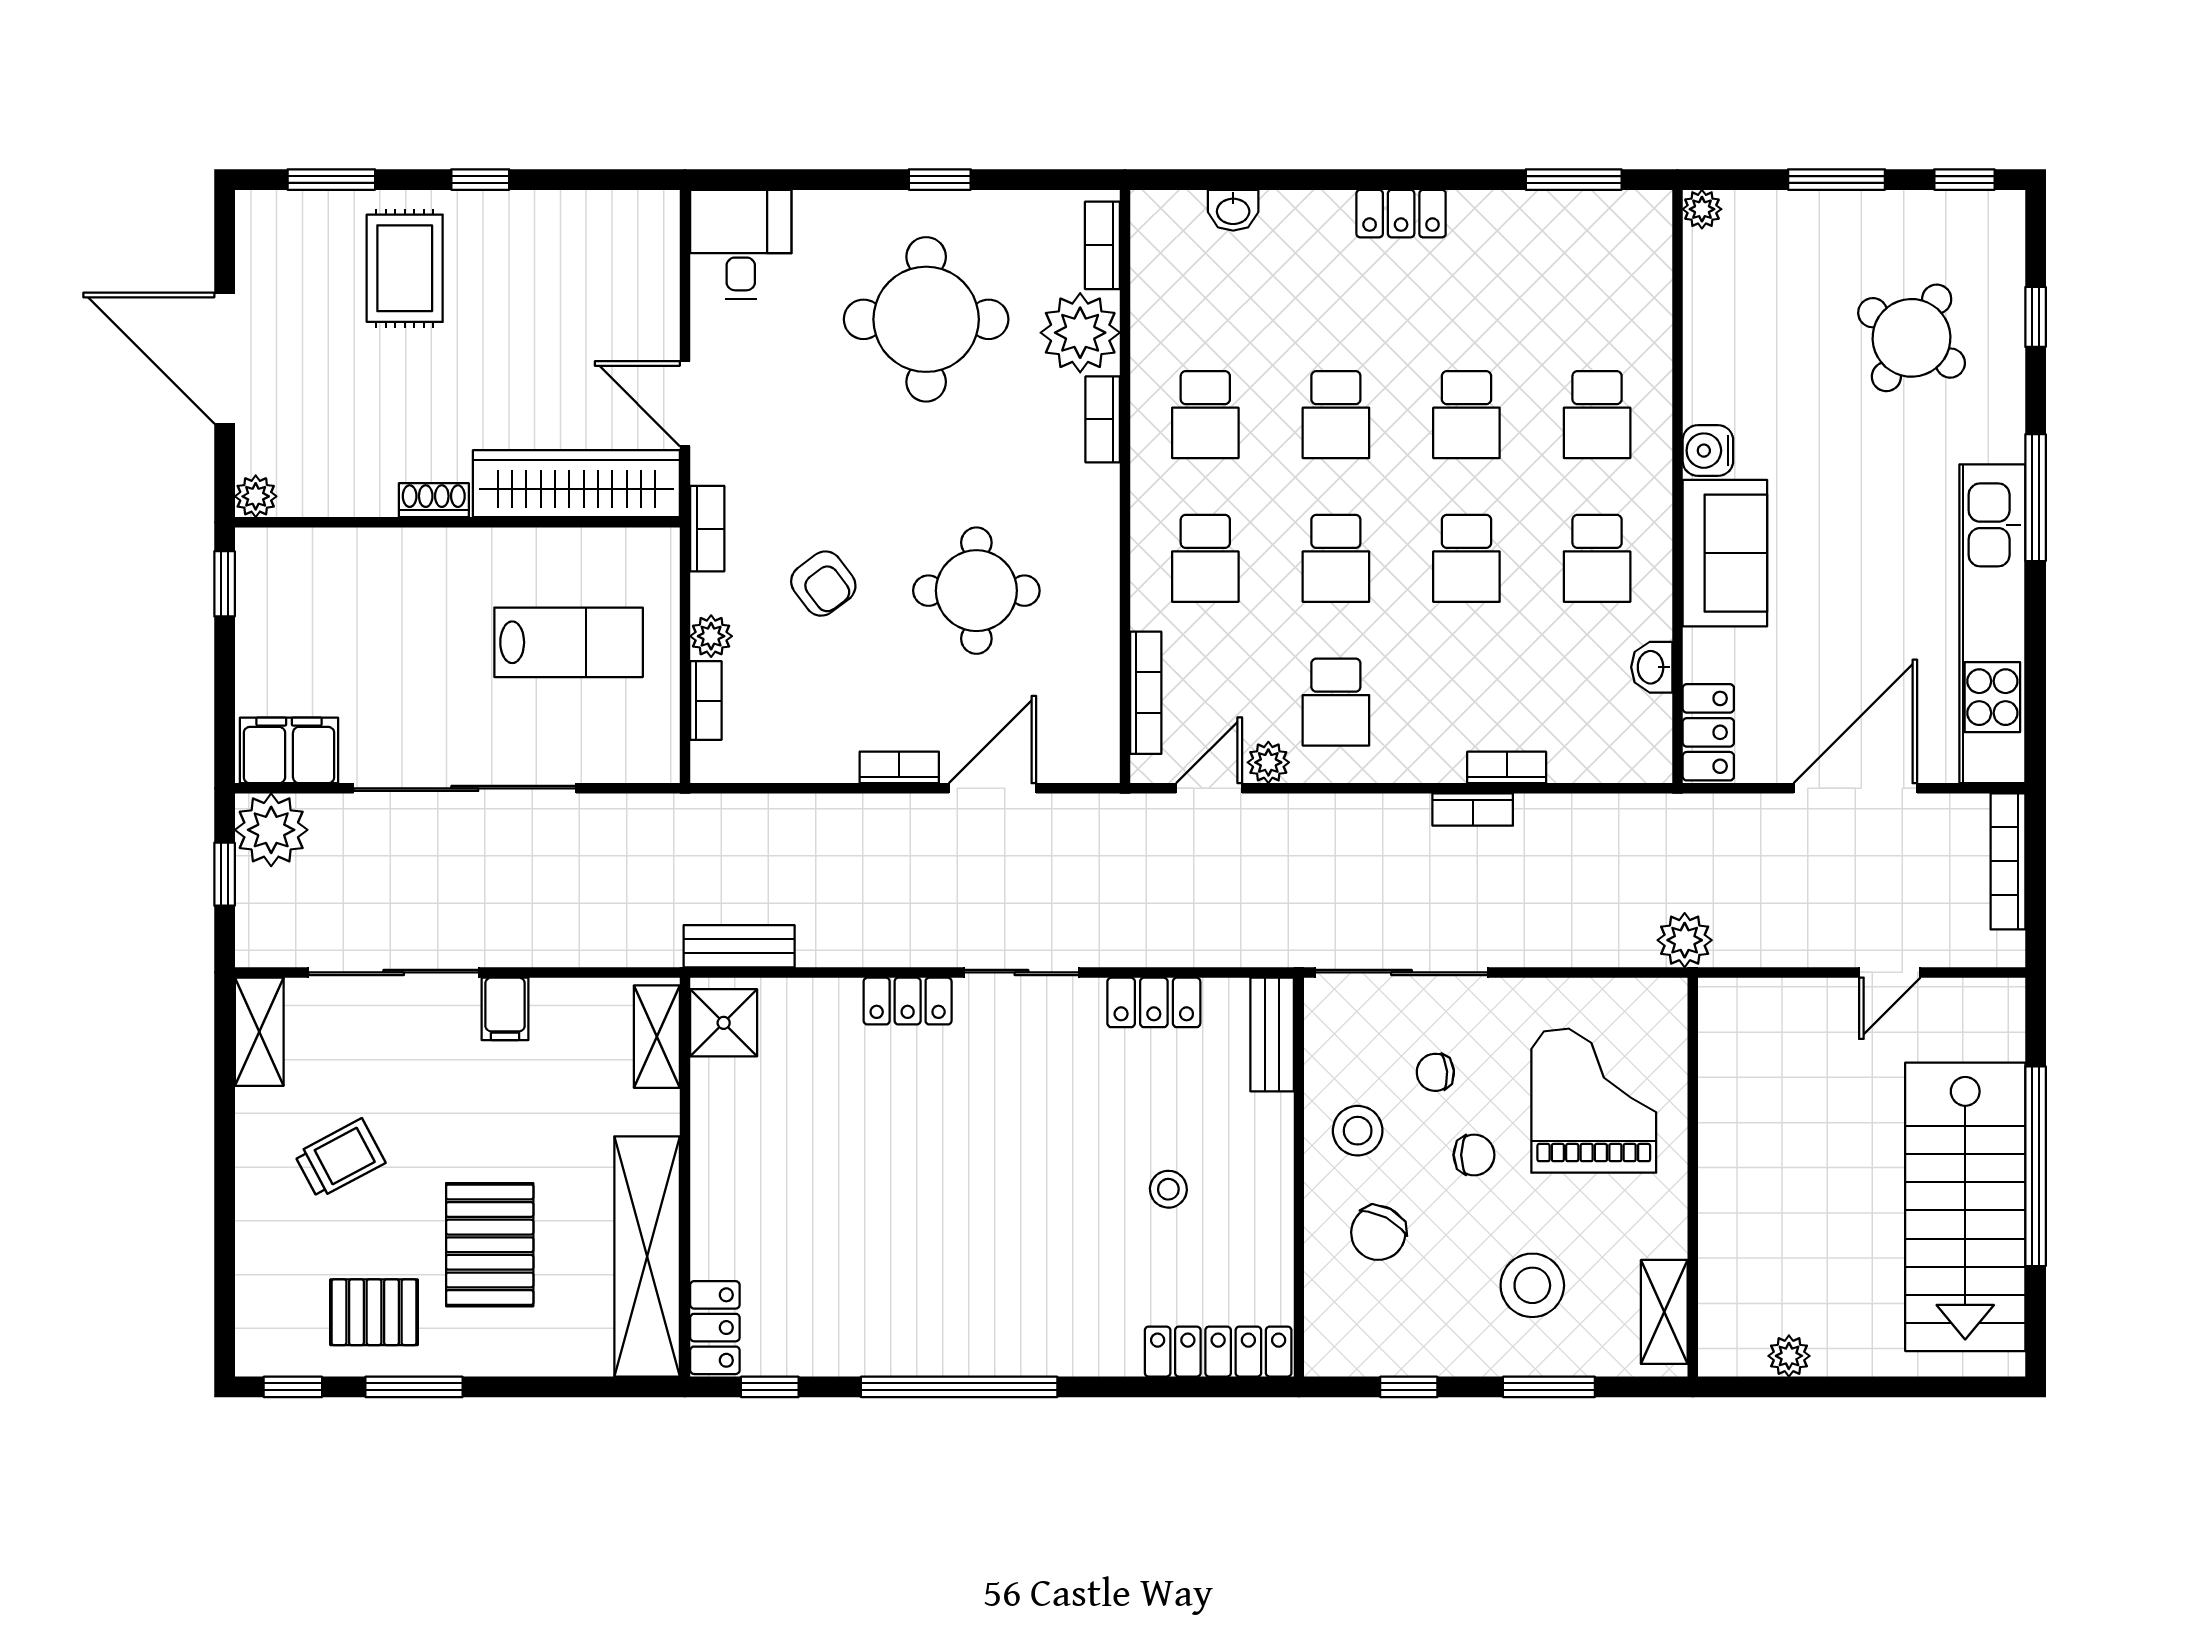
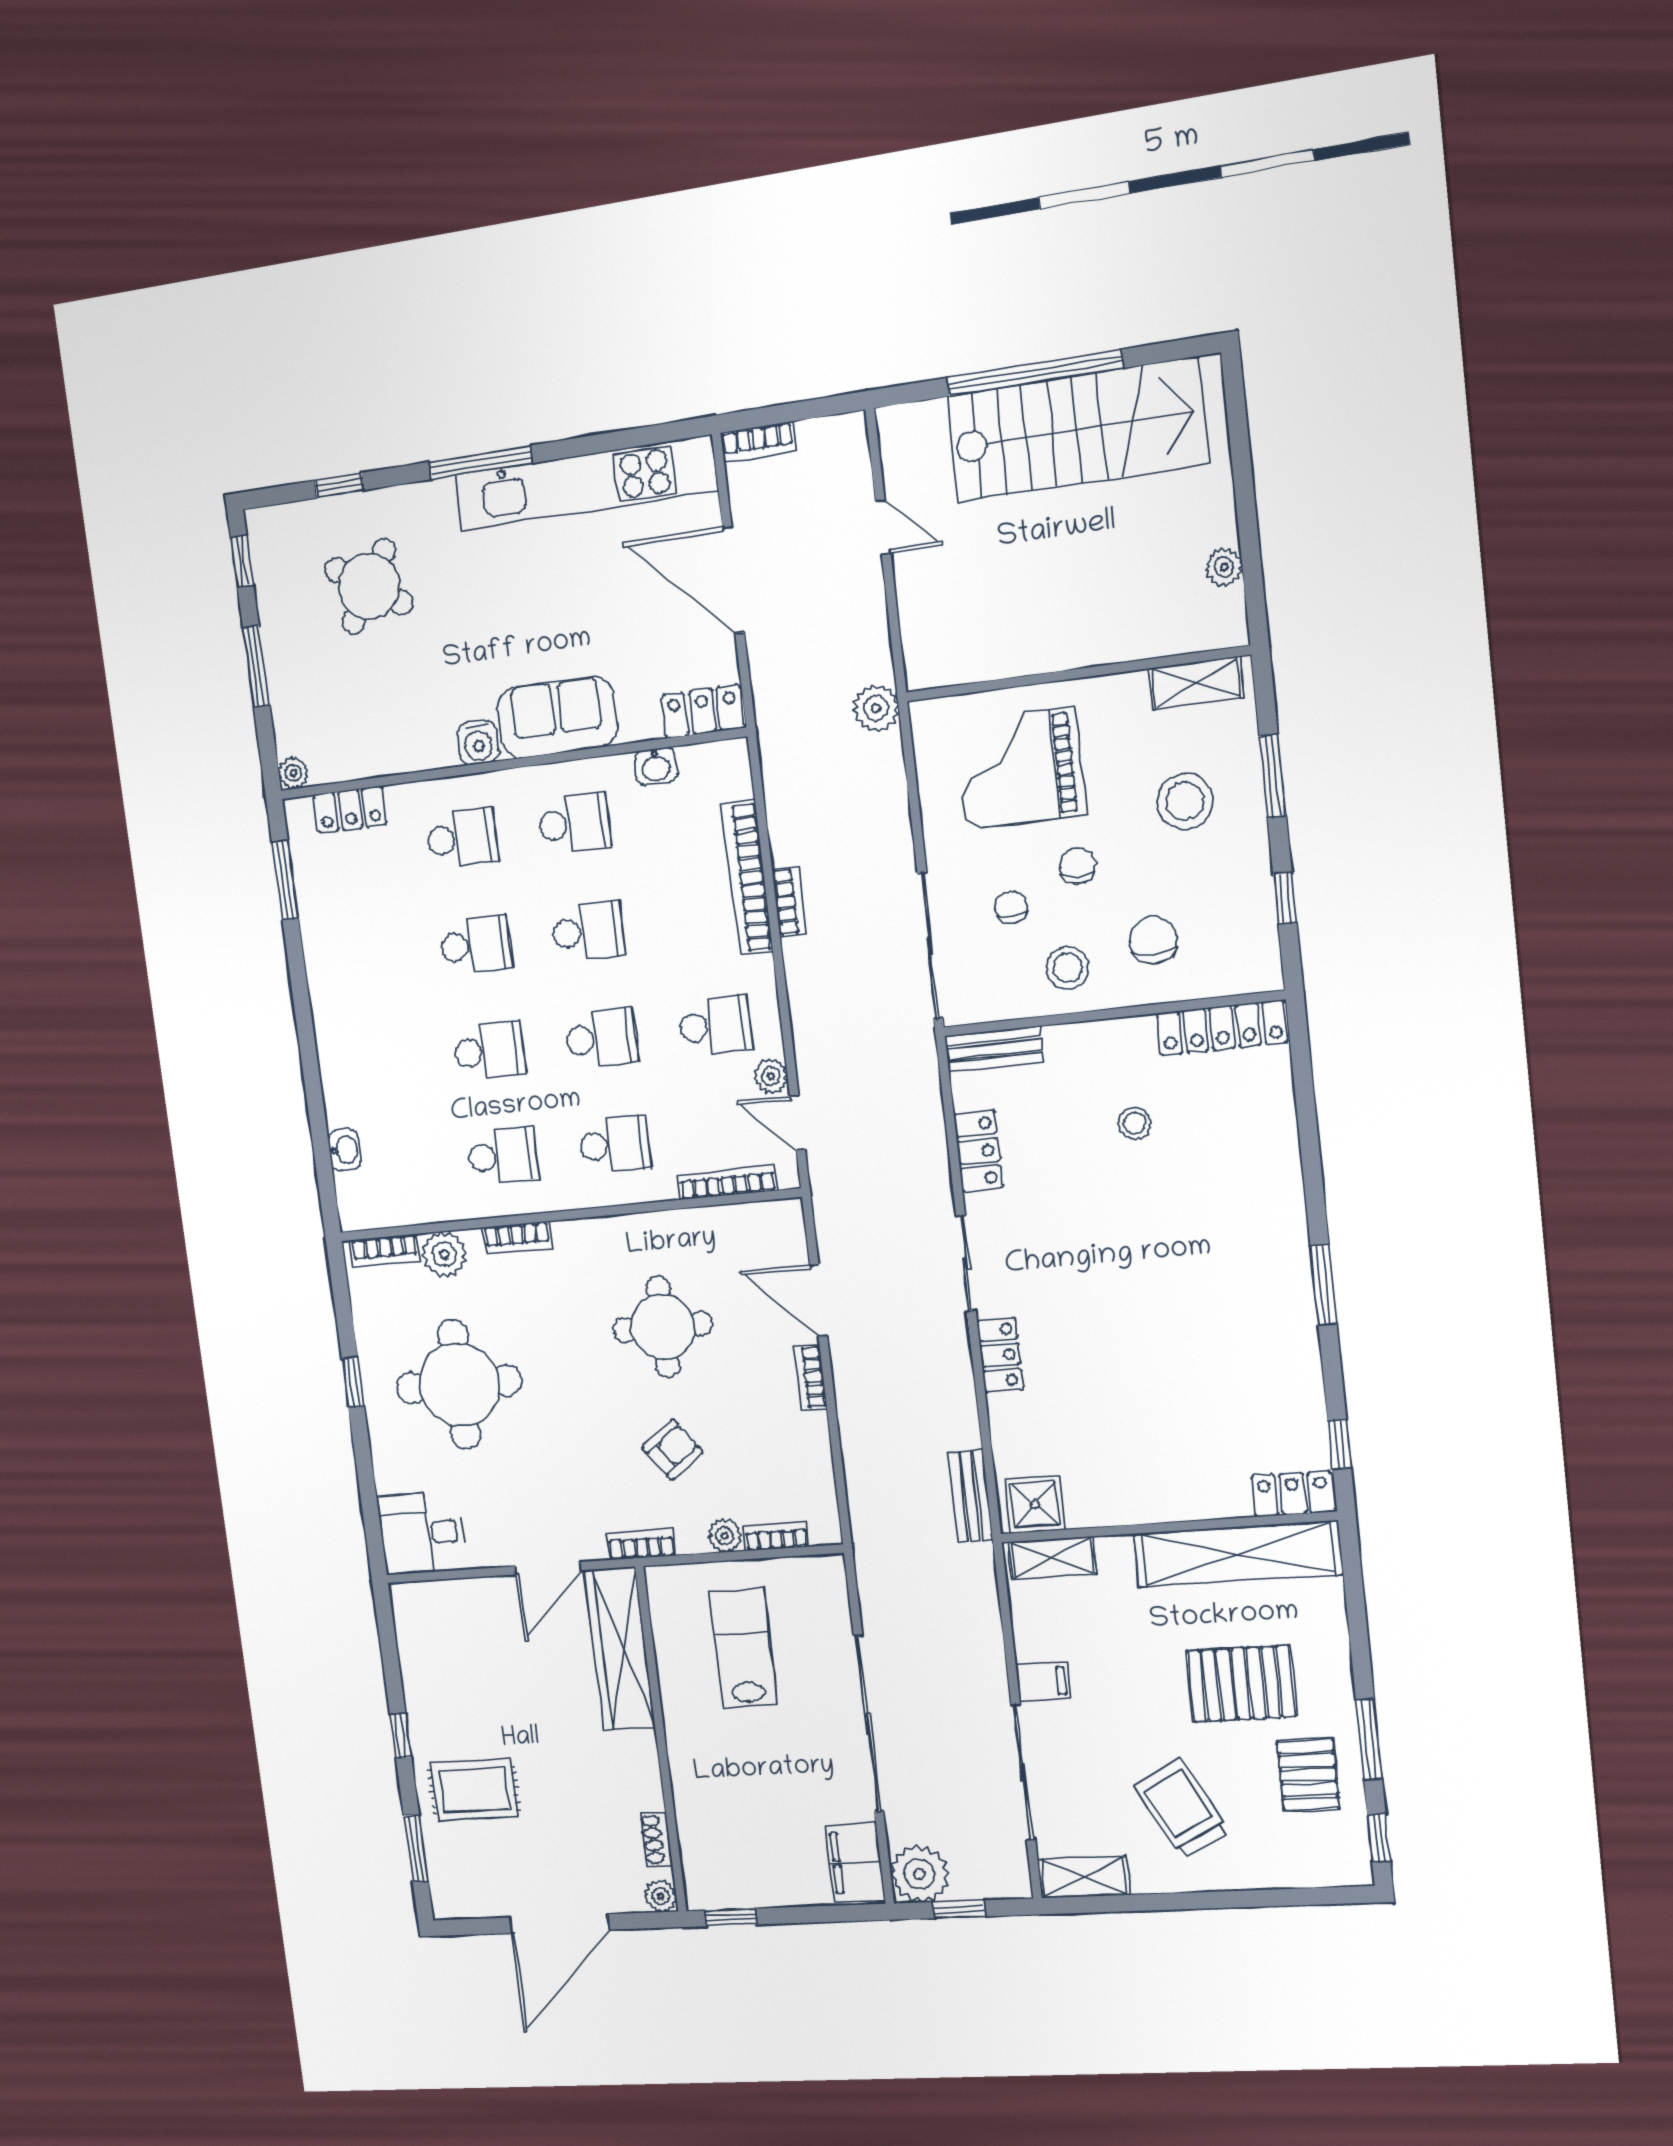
locker: (1401, 214) -> (350, 810), moved, turned 90
plant: (1080, 333) -> (444, 1254), width x0.73, depth x0.73
shoe rack: (434, 500) -> (656, 1839), moved
bookcase: (1507, 767) -> (747, 878), width x2.31, depth x1.31
bookcase: (2008, 861) -> (758, 442), width x0.64
chair: (1435, 1072) -> (1011, 907), turned 180
trolley: (340, 1159) -> (1181, 1808), width x1.36, depth x1.39
chair: (1378, 1233) -> (1153, 940), turned -118
locker: (1218, 1352) -> (1222, 1028), moved, turned -90
window: (959, 1387) -> (1324, 1285), width x0.47

